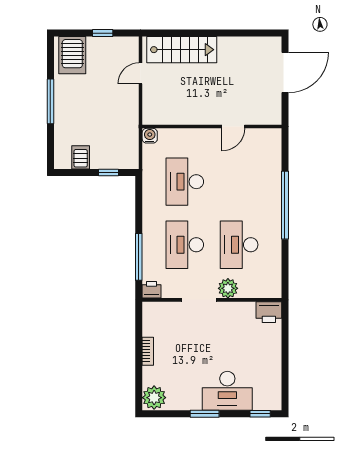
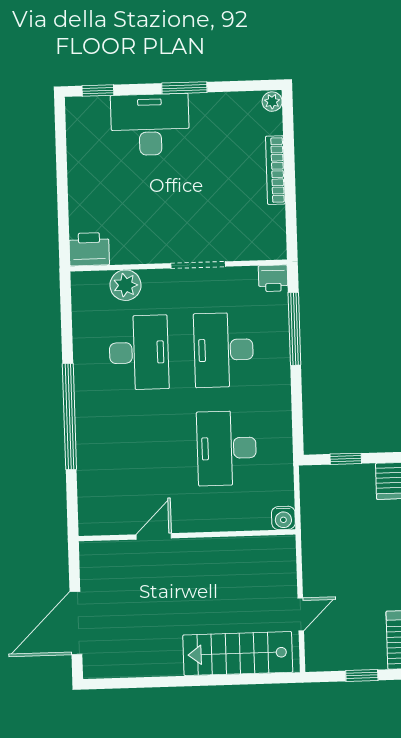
desk: (185, 182) -> (227, 448), turned 180
desk: (185, 245) -> (224, 350), turned 180
plant: (228, 288) -> (125, 285), moved
bookcase: (148, 351) -> (275, 170), width x1.56
plant: (154, 398) -> (272, 102), width x0.53, depth x0.53

